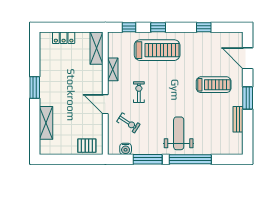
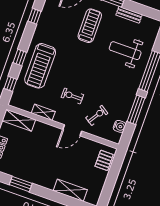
treadmill: (157, 50) -> (40, 66), turned 180
window: (35, 88) -> (21, 184), moved
weight bench: (179, 133) -> (125, 51), moved

